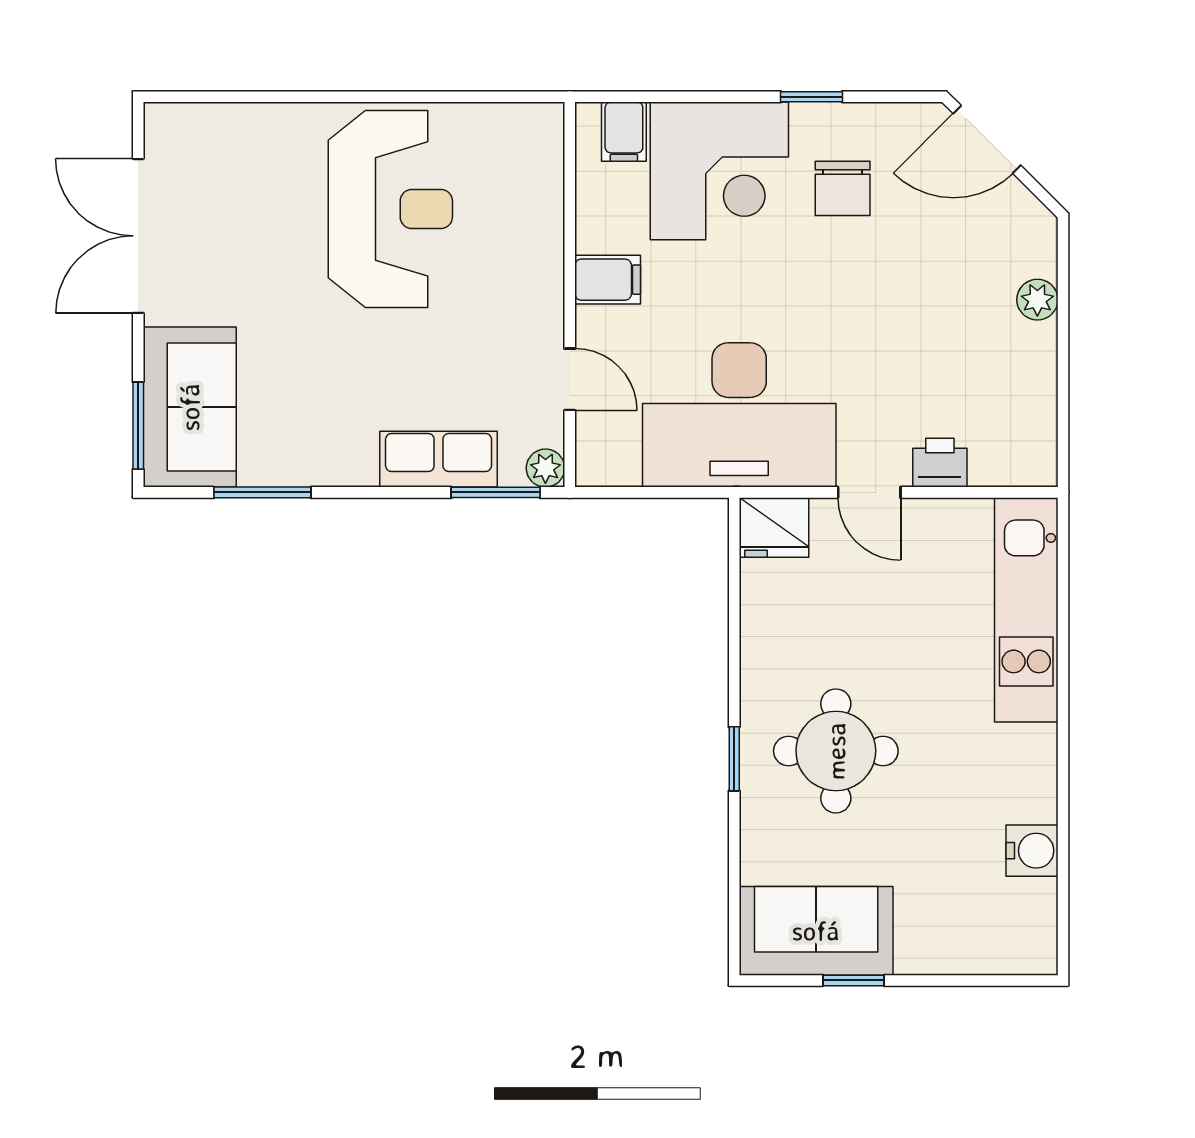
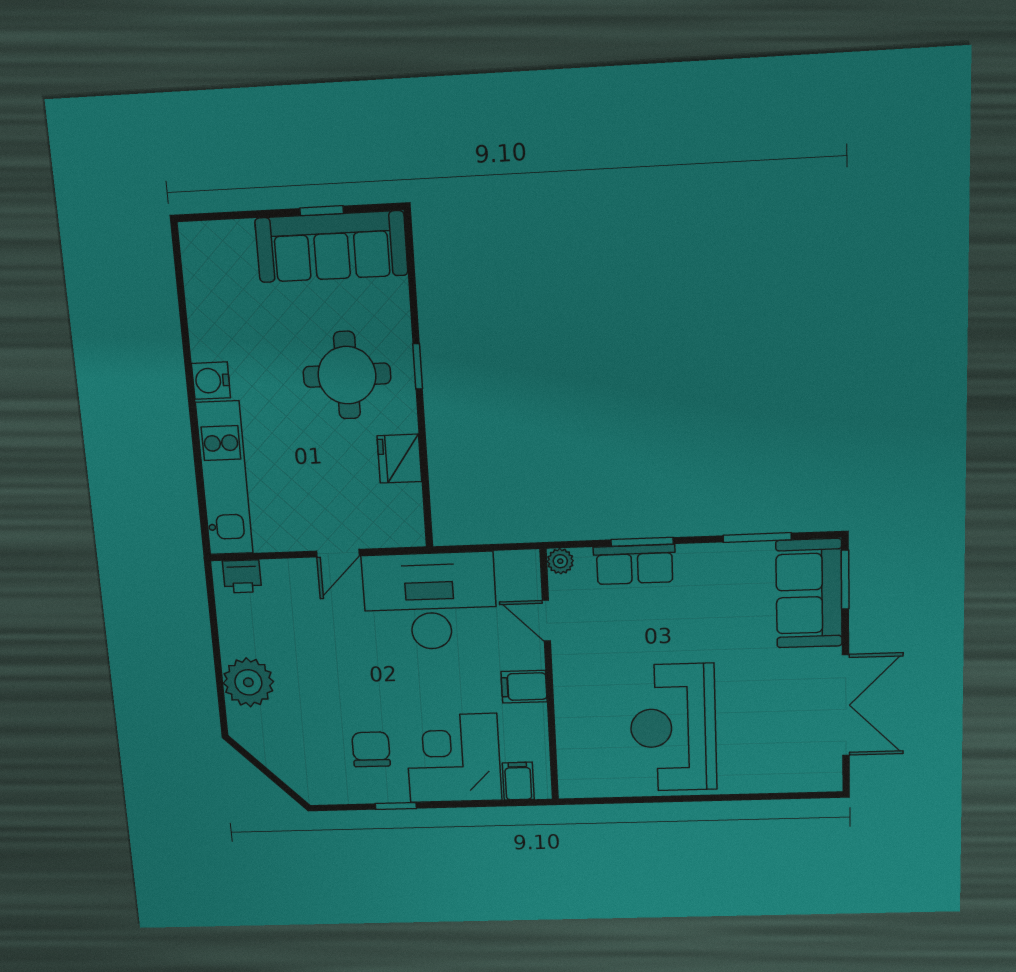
door: (987, 139) -> (279, 783), removed
plant: (1037, 300) -> (248, 682), width x1.88, depth x1.88
printer: (940, 463) -> (242, 576), moved
window: (496, 492) -> (642, 542), moved
door: (869, 492) -> (338, 553), swing flipped
fridge: (774, 527) -> (399, 459), moved, turned -90
water cooler: (1032, 851) -> (211, 381), moved
sofa: (816, 931) -> (331, 247), width x1.36

